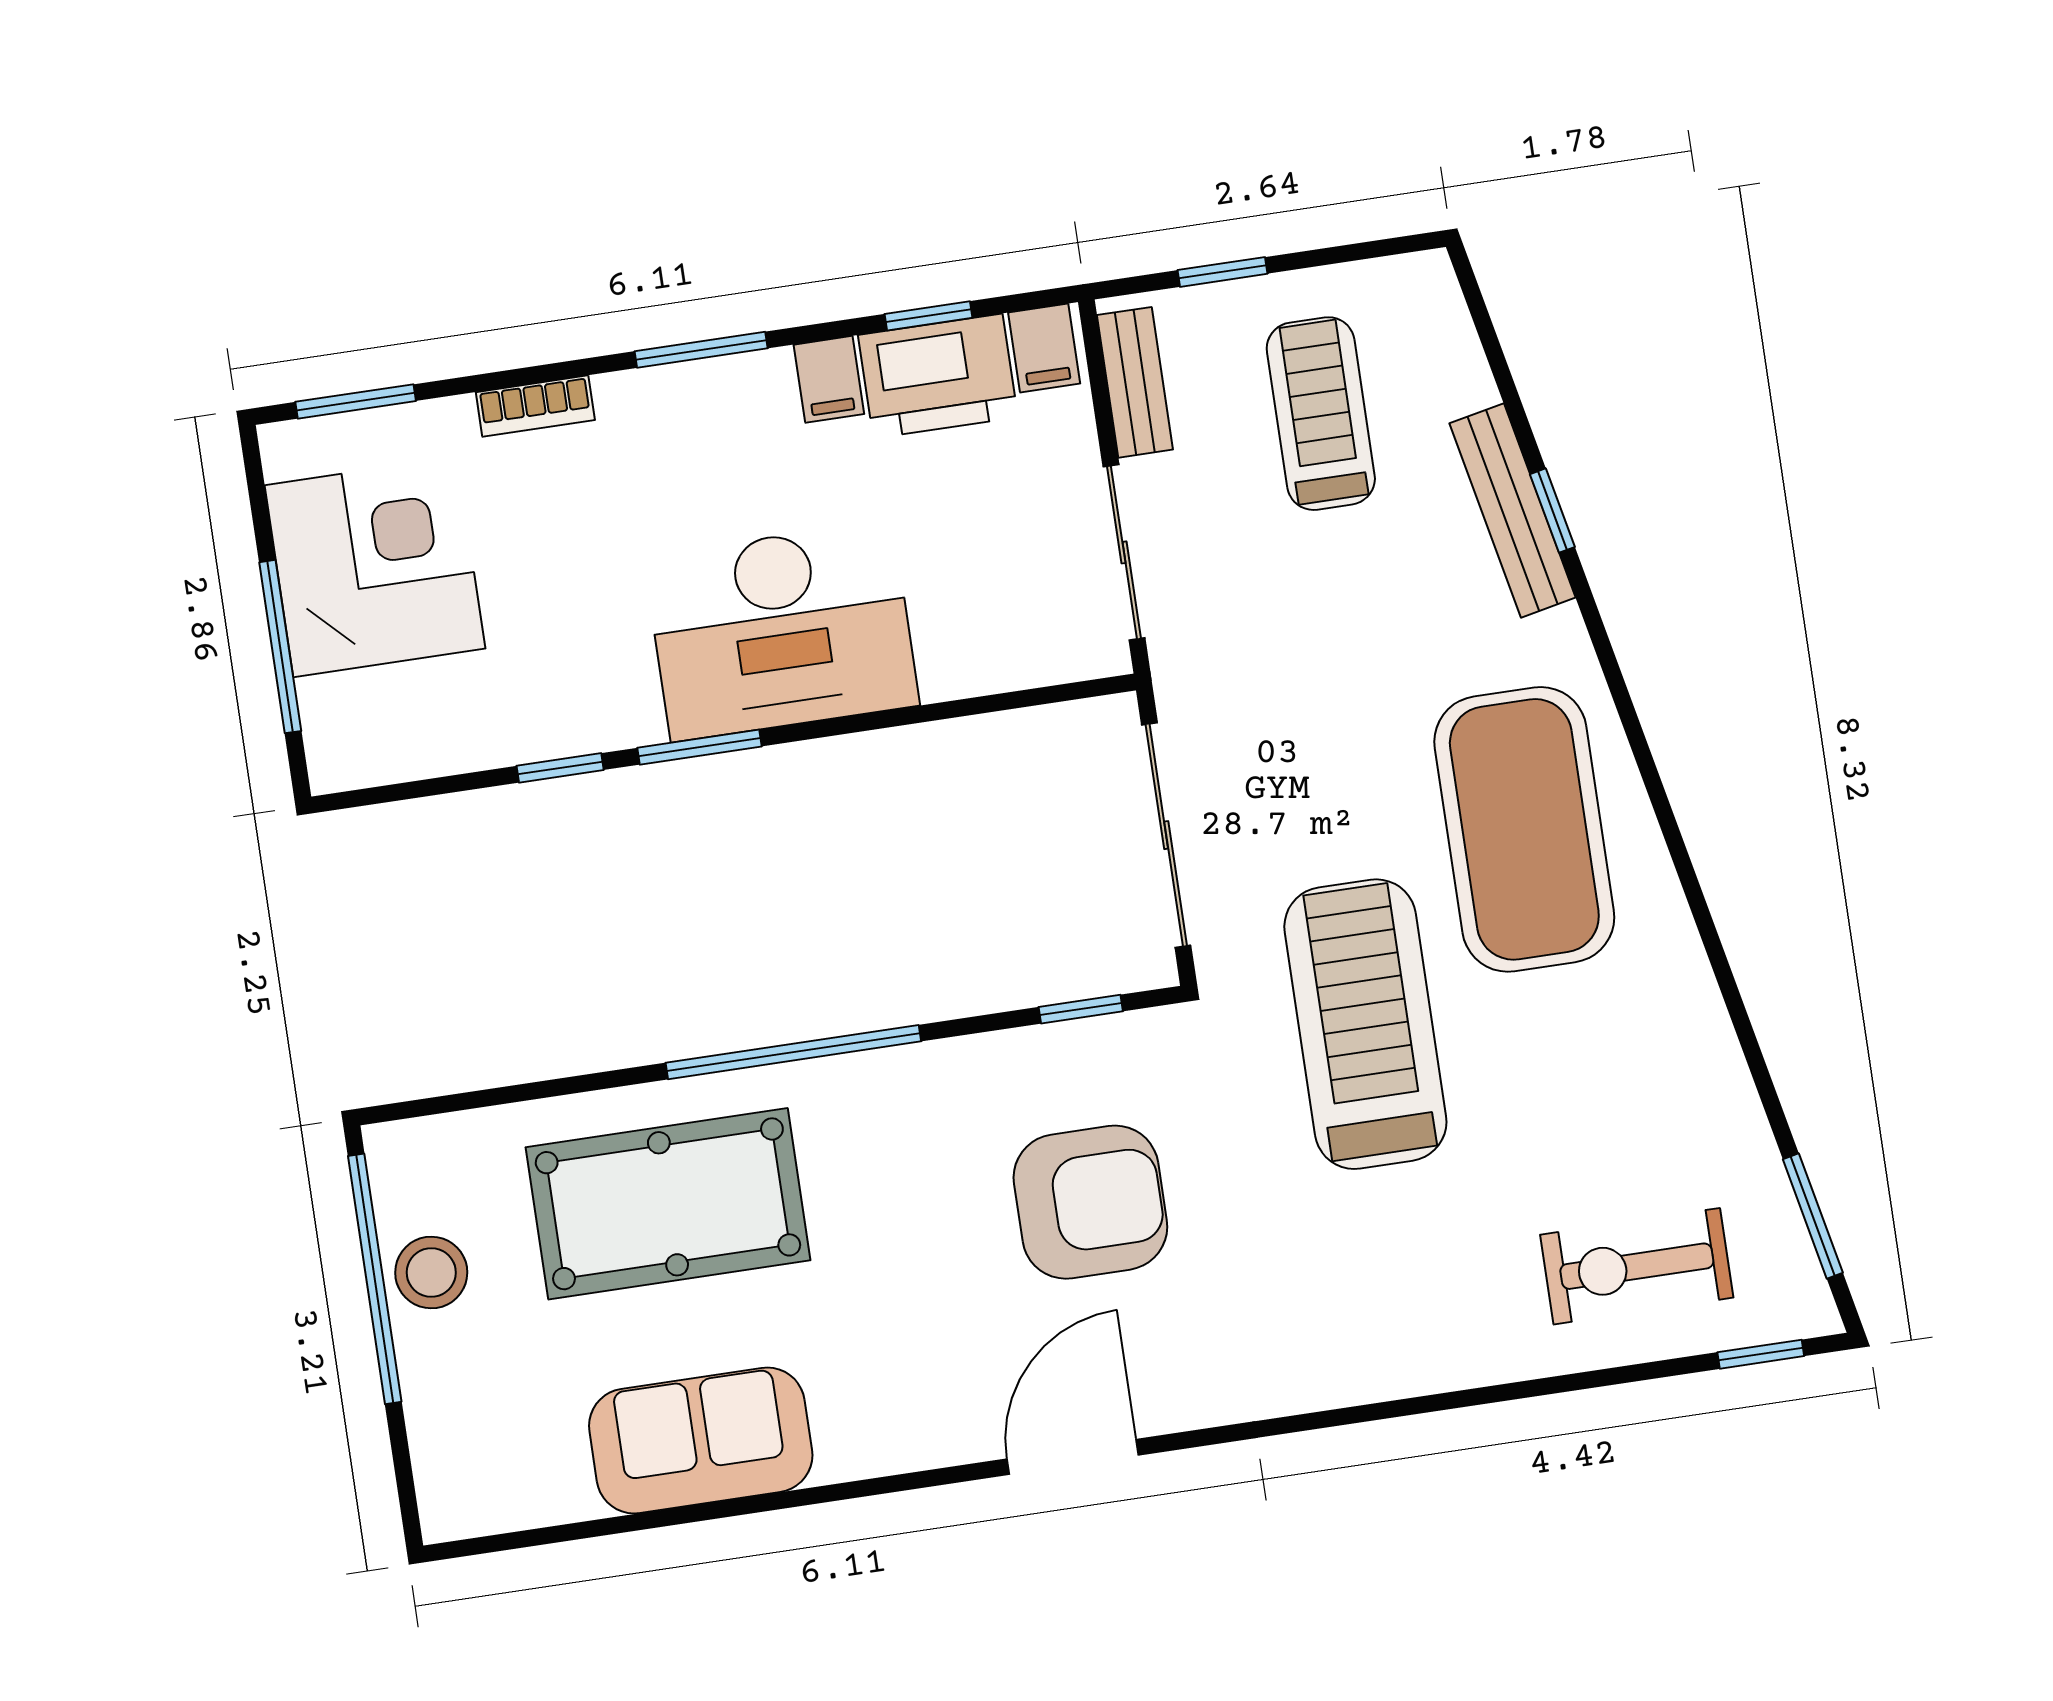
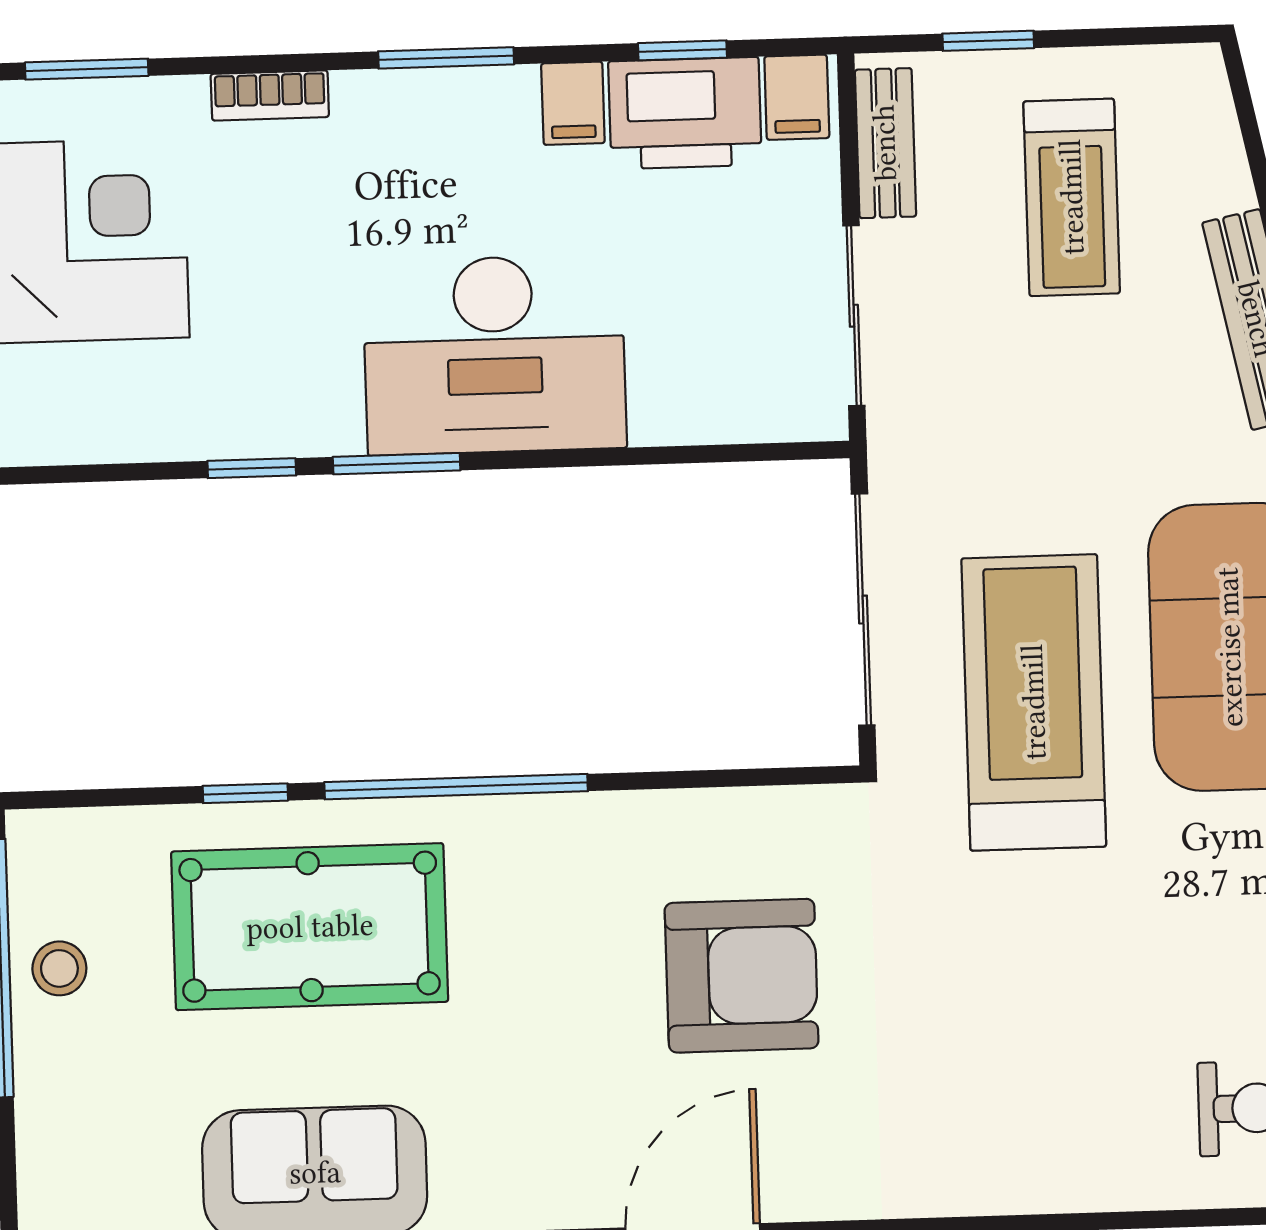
treadmill: (1321, 414) -> (1072, 197), turned 180
window: (1081, 1009) -> (245, 793), moved
treadmill: (1365, 1024) -> (1034, 702), moved
stool: (431, 1273) -> (59, 968), width x0.73, depth x0.73

